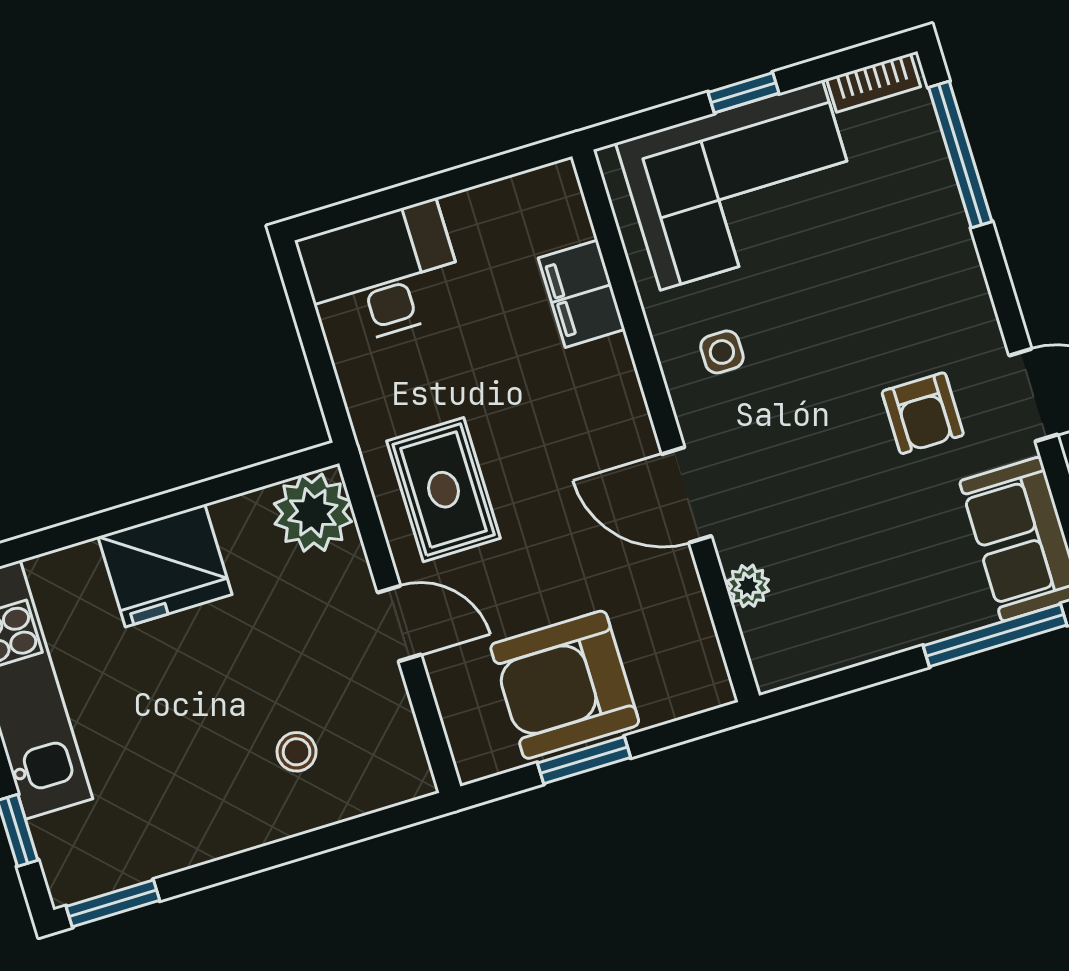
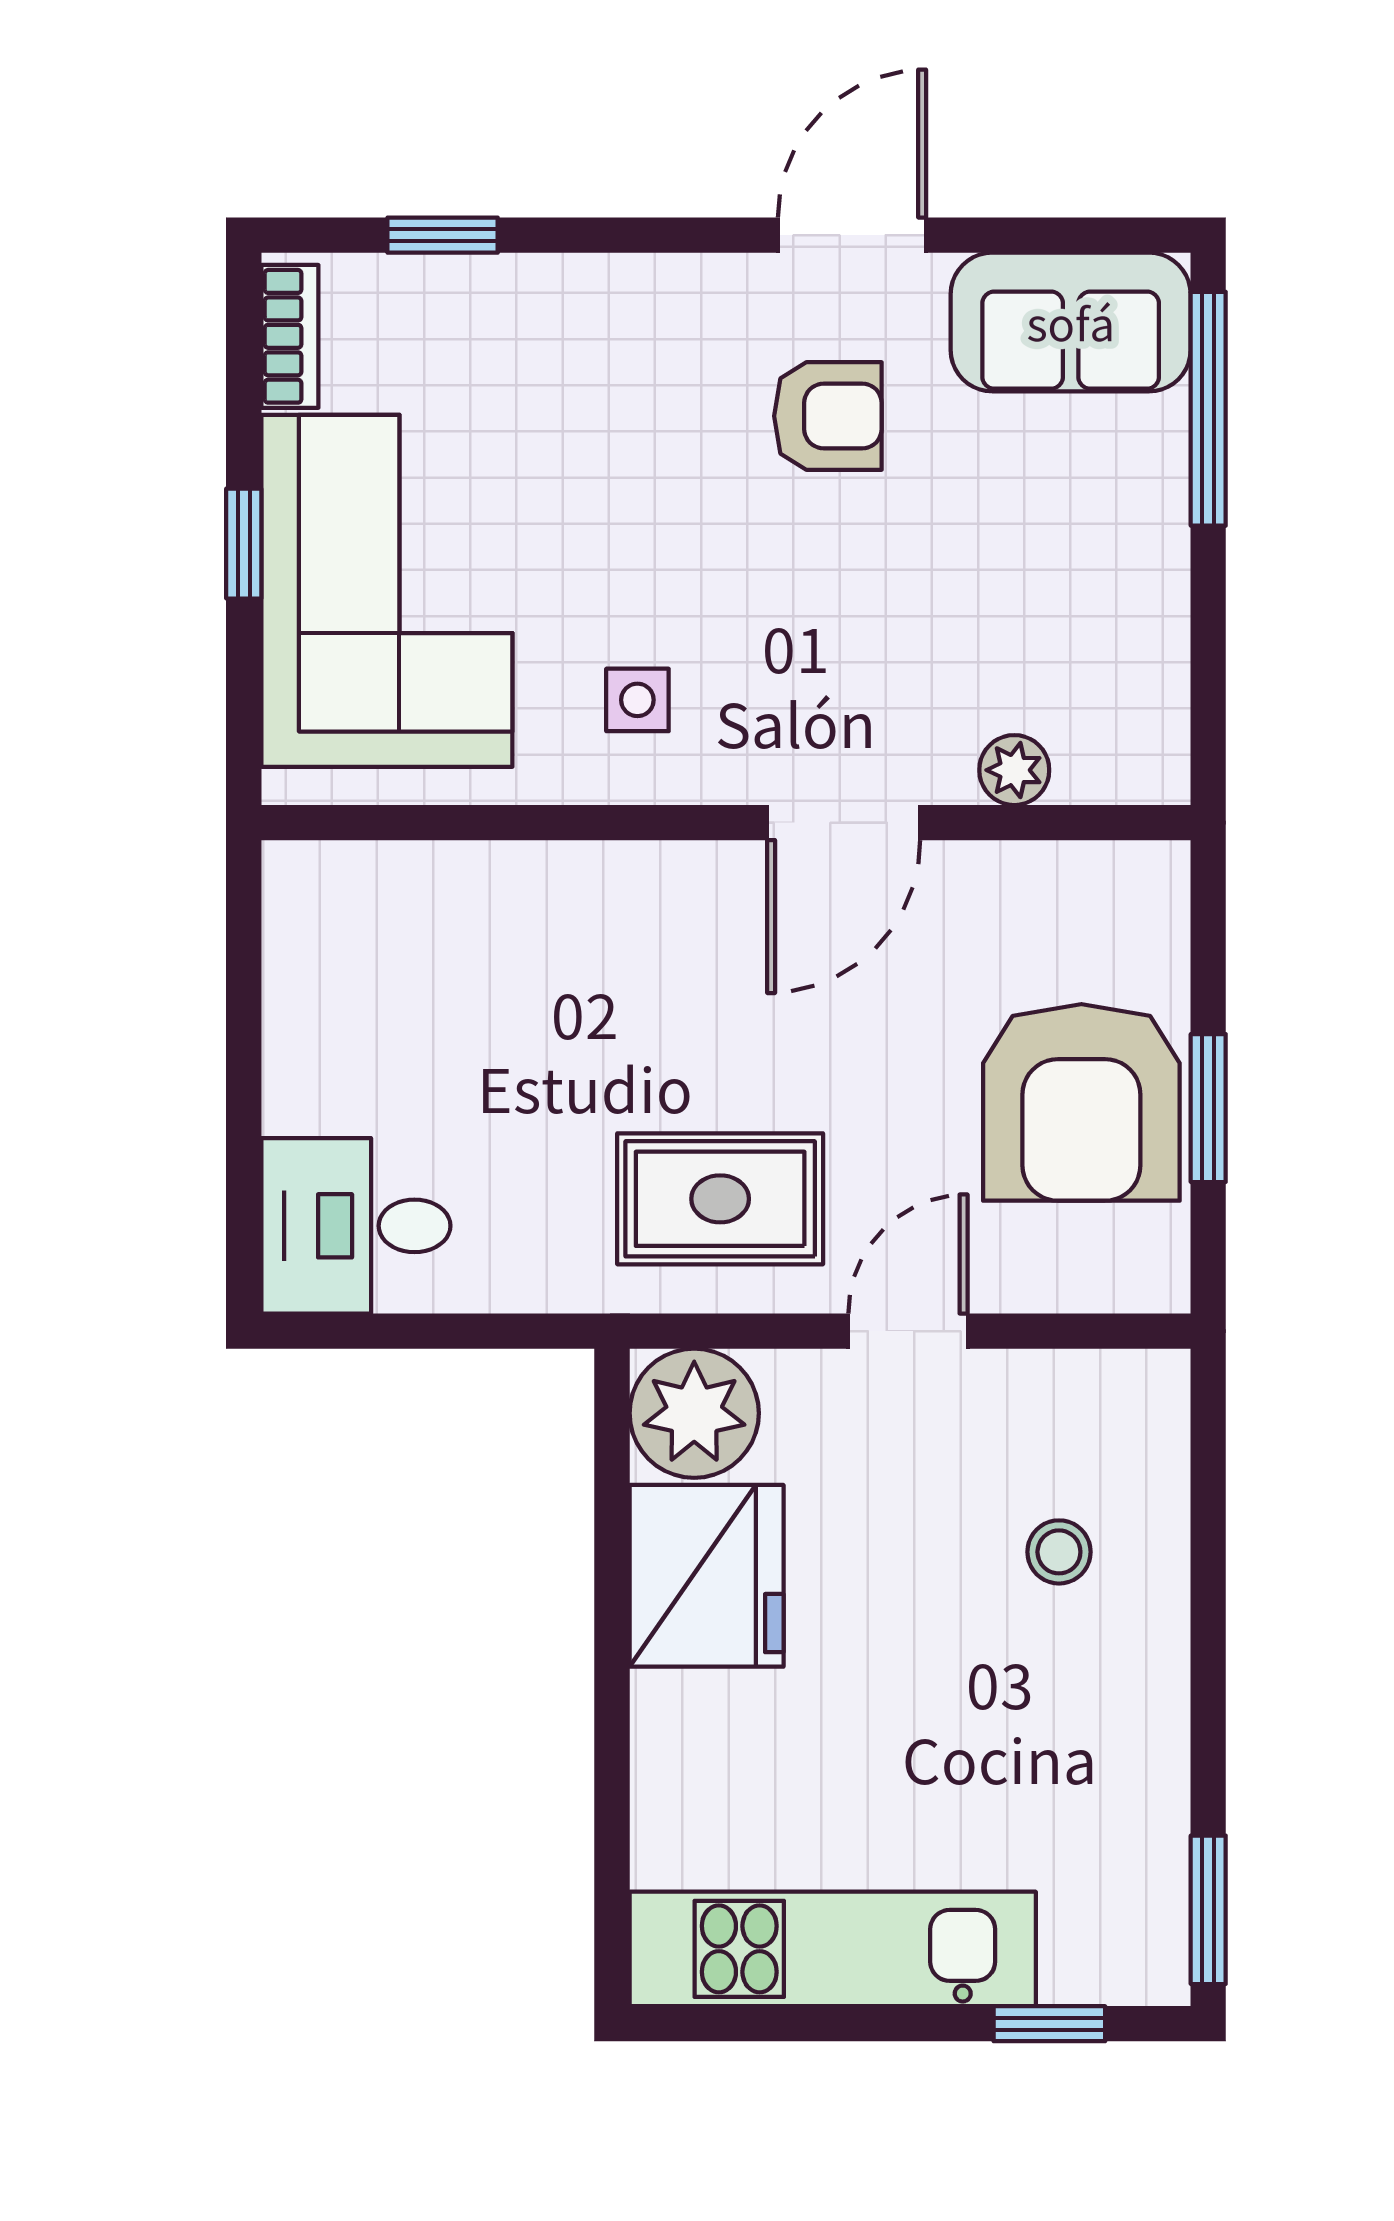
window: (960, 154) -> (443, 235), width x0.46
desk: (382, 275) -> (356, 1226), width x0.73
filing cabinet: (582, 294) -> (480, 891), removed
fridge: (165, 566) -> (707, 1576), moved

